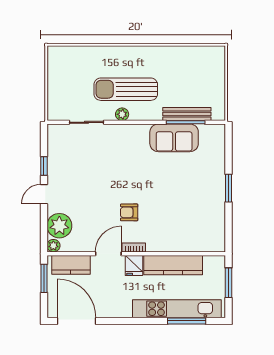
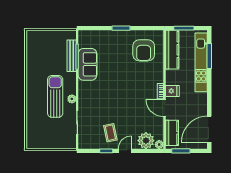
sun lounger: (126, 89) -> (55, 96), turned 180
coffee table: (71, 172) -> (110, 133), added
door: (44, 194) -> (125, 151), swing flipped
armchair: (129, 212) -> (144, 50), moved, width x1.88, depth x1.88
kitchen counter: (173, 265) -> (172, 50), moved

